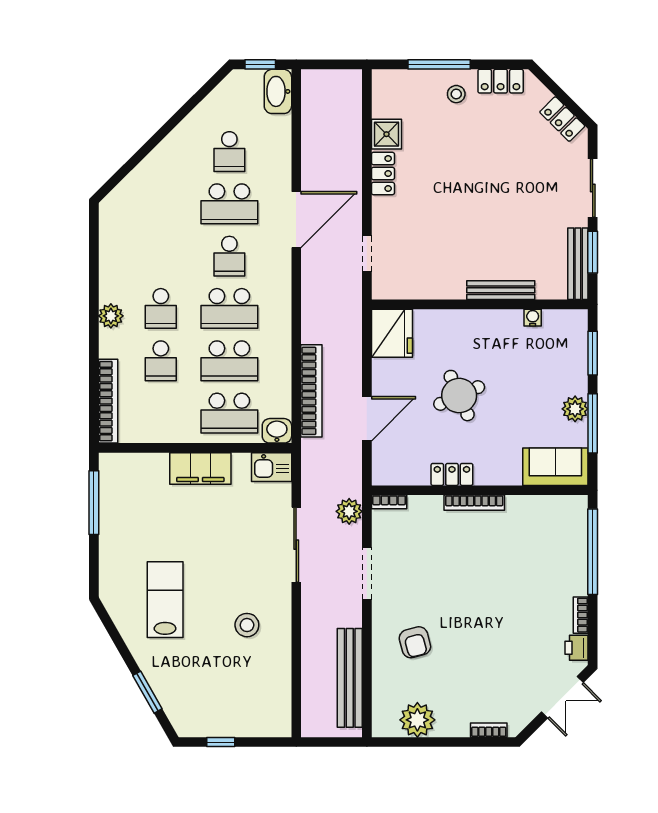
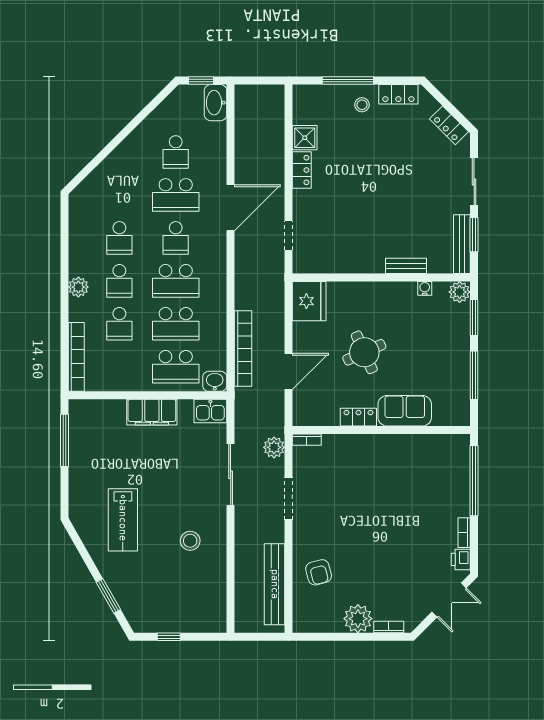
school desk: (161, 256) -> (119, 238), added
bench: (501, 290) -> (406, 266), width x0.73
plant: (575, 409) -> (460, 292), moved
sofa: (555, 467) -> (405, 411), moved
bookcase: (474, 503) -> (377, 440), removed
lab bench: (165, 600) -> (123, 520), turned 180
armchair: (415, 642) -> (319, 572), moved
plant: (417, 720) -> (358, 619), moved

